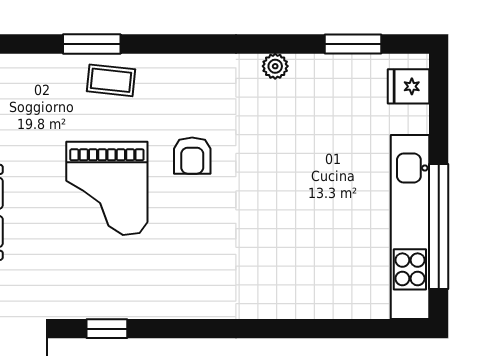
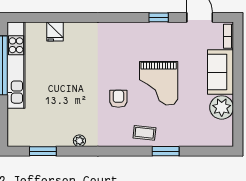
coffee table: (111, 80) -> (144, 133), moved
fridge: (408, 86) -> (55, 32), moved, turned 90
grand piano: (107, 188) -> (159, 83), turned 180

